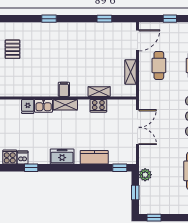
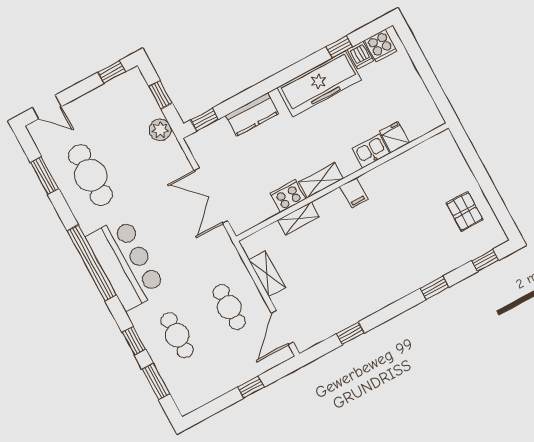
window: (16, 19) -> (485, 260), added
shelving: (65, 105) -> (321, 180), moved
freezer: (62, 156) -> (319, 84), width x1.91, depth x1.26

